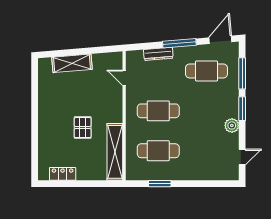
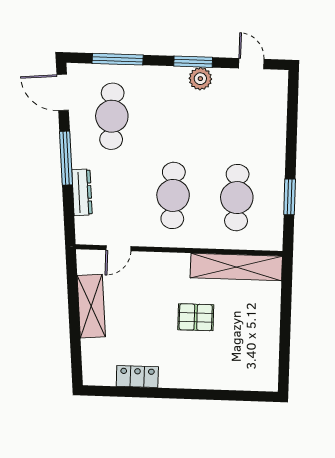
shelving: (72, 63) -> (91, 306), moved
window: (242, 109) -> (193, 62), moved
locker: (63, 174) -> (137, 377), moved, turned 90

